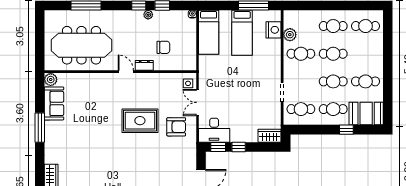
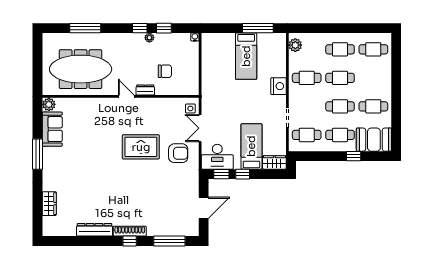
nightstand: (274, 30) -> (279, 86), moved
bed: (209, 32) -> (251, 146), moved, turned 180
plant: (290, 35) -> (295, 45), moved

